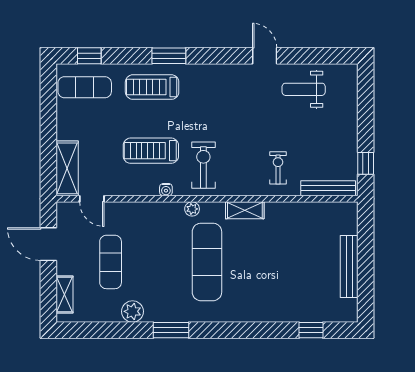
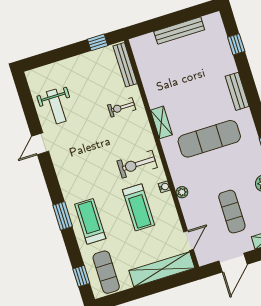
treadmill: (152, 87) -> (90, 221), turned 180
shelving: (67, 168) -> (162, 269), width x1.47
plant: (192, 209) -> (182, 192), moved
exercise mat: (111, 262) -> (232, 212), turned 90
bench: (254, 314) -> (237, 91), added

